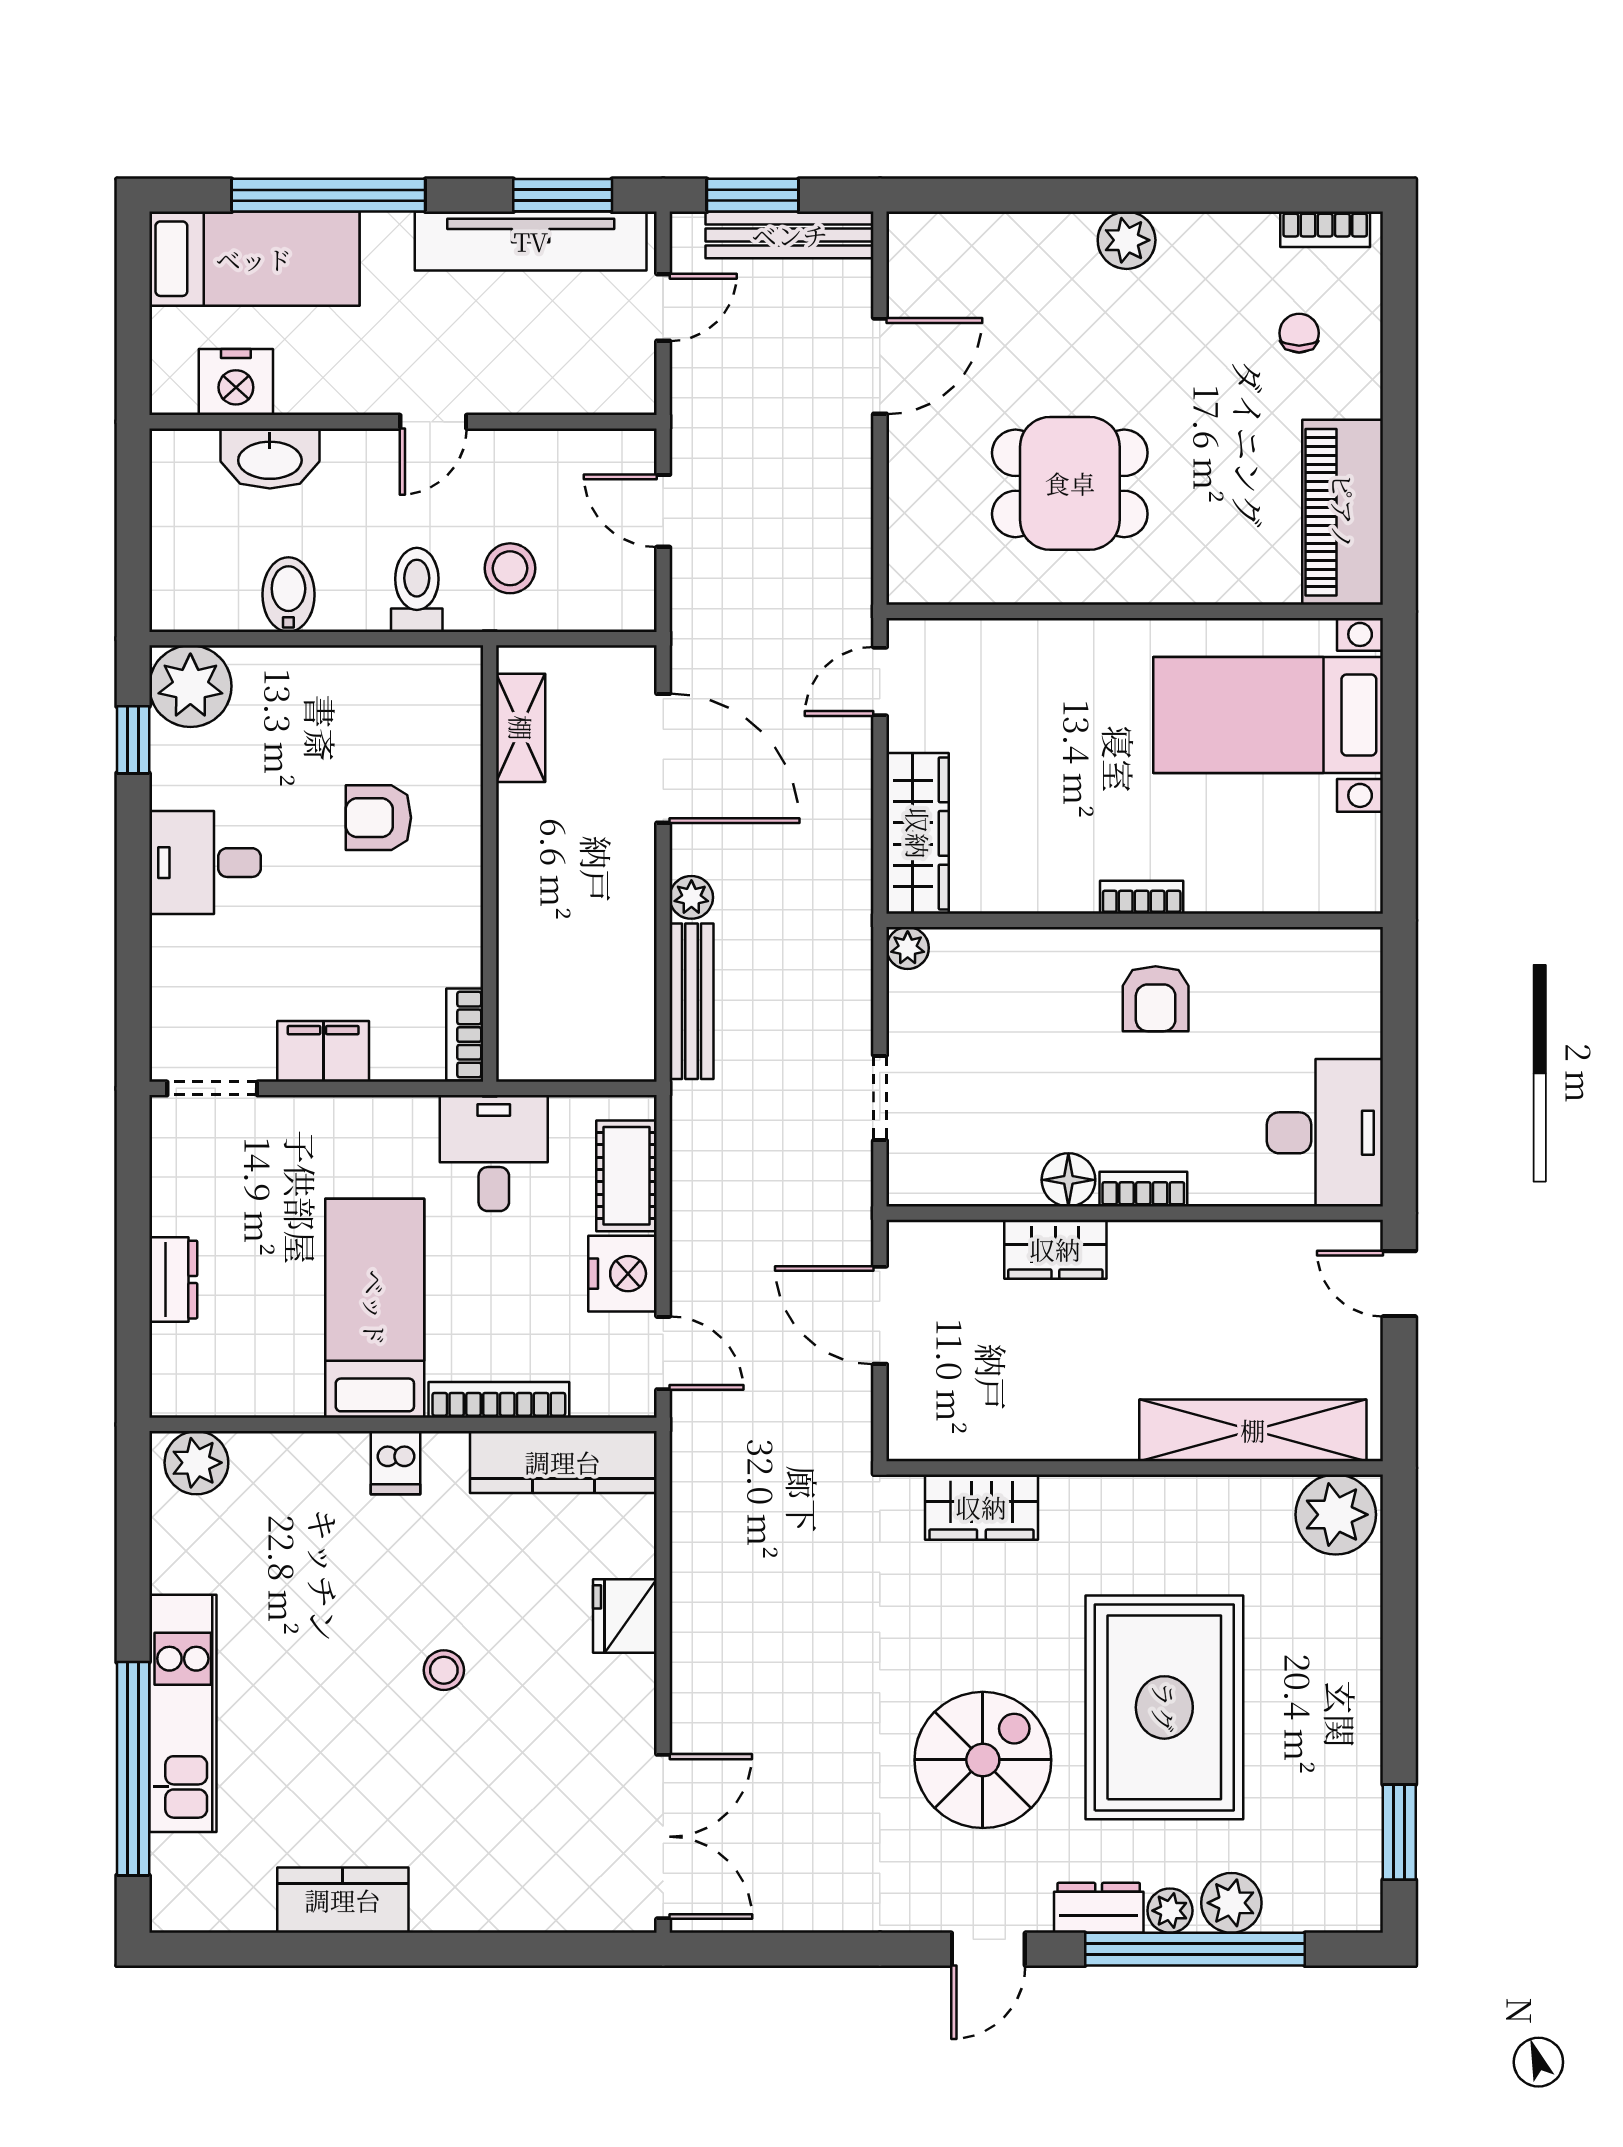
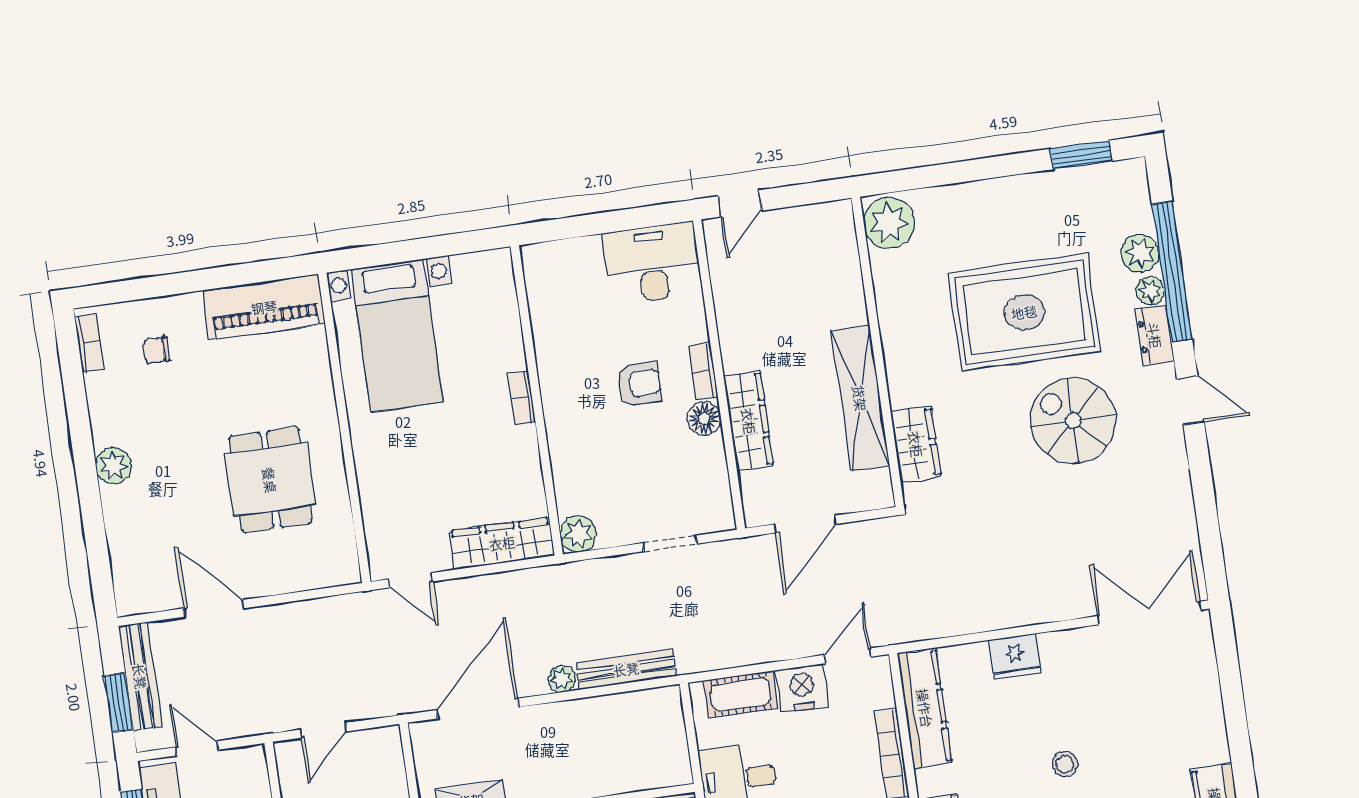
plant: (908, 948) -> (578, 534), width x1.38, depth x1.38
armchair: (1156, 999) -> (639, 384), moved
wardrobe: (1055, 1249) -> (749, 421), width x1.50
shelving: (1253, 1430) -> (860, 398), moved

